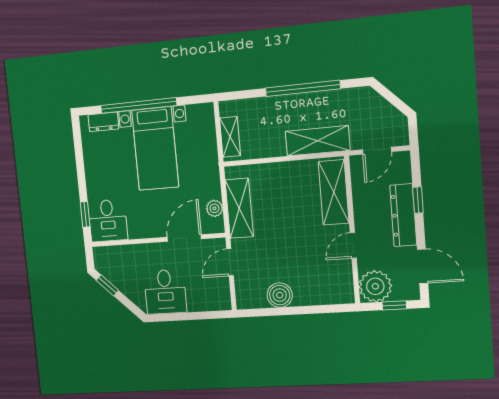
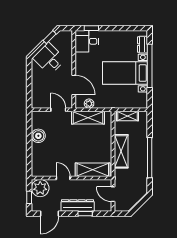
shelving: (318, 141) -> (121, 151), moved
desk: (165, 292) -> (49, 59), moved, turned 45

